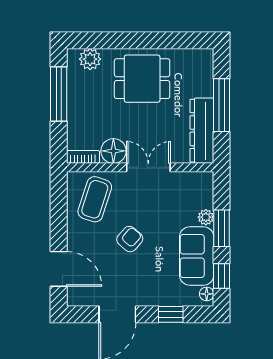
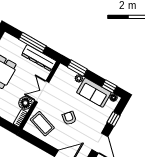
window: (222, 228) -> (77, 68), moved

